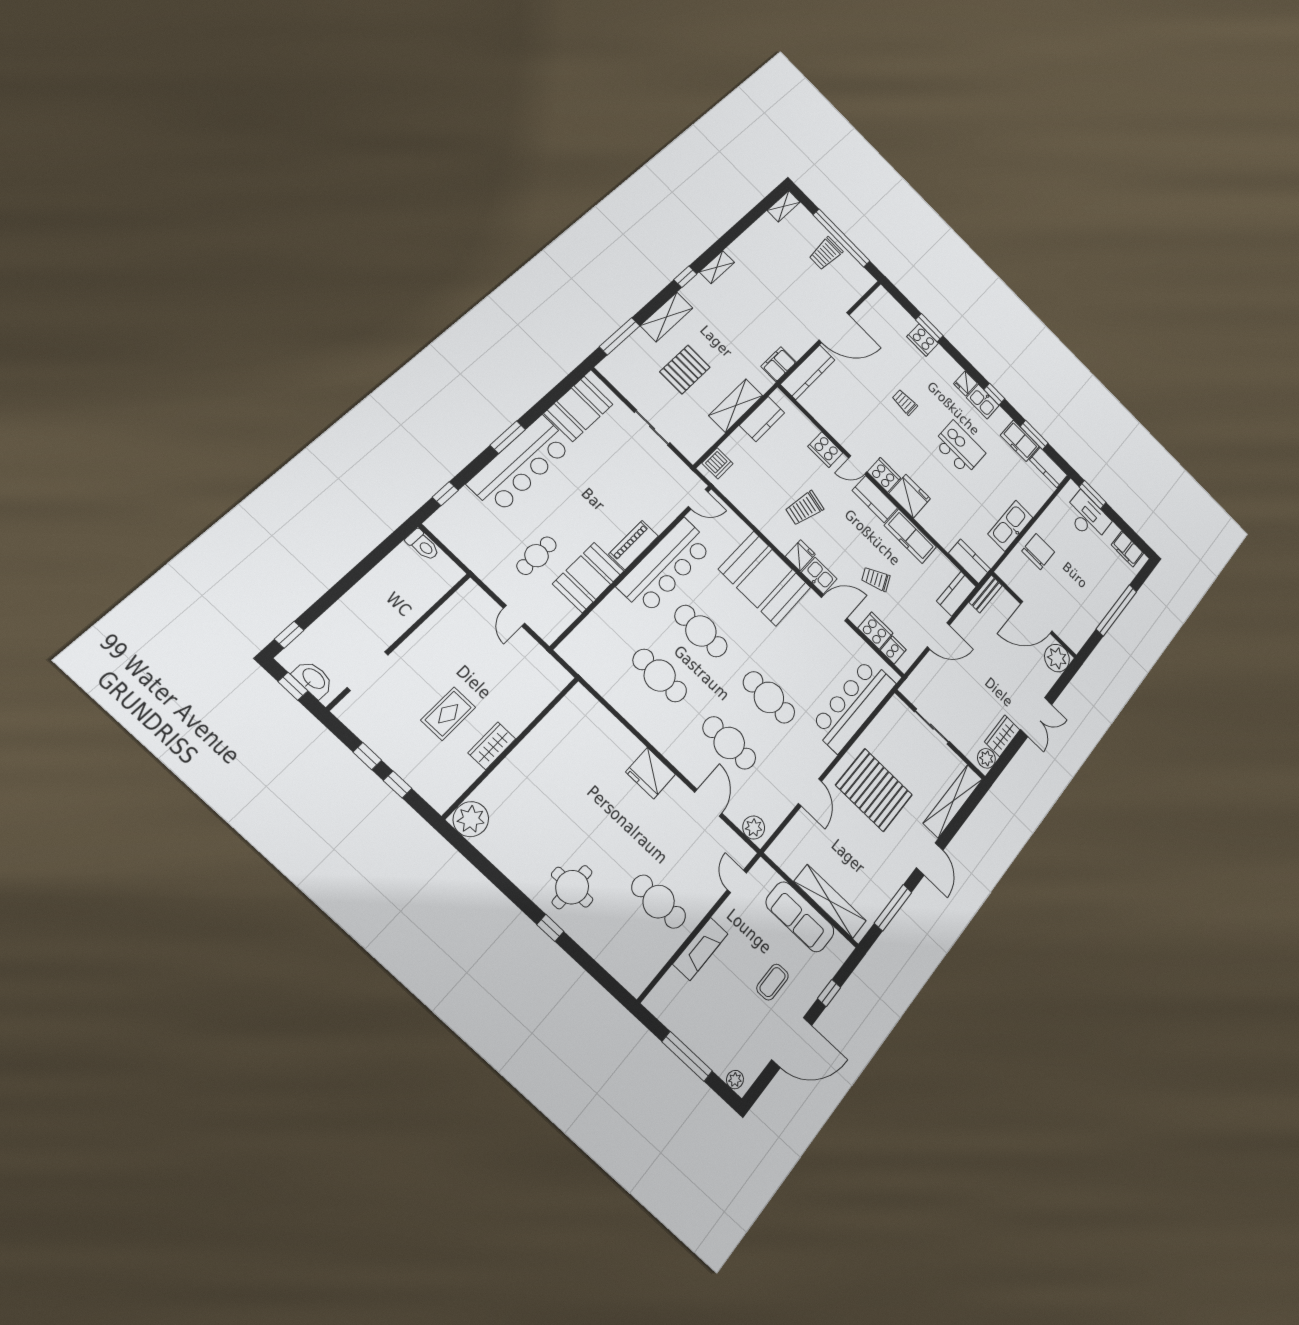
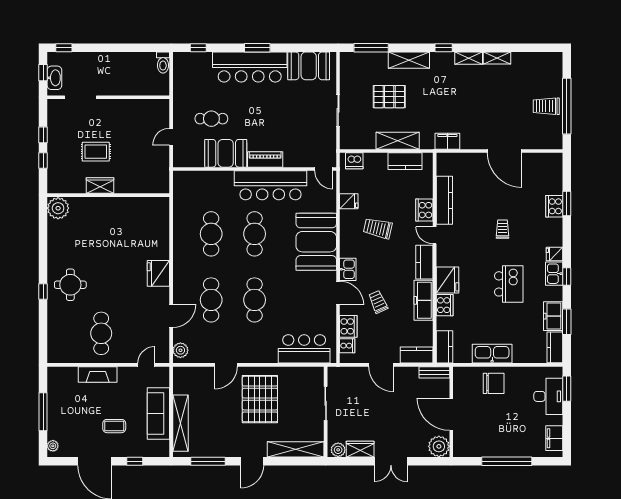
shelving: (784, 206) -> (497, 58), moved
kitchen counter: (808, 372) -> (444, 200), moved, turned -90
cooker: (884, 475) -> (445, 305), moved
fridge: (800, 555) -> (349, 201), moved
bar counter: (853, 705) -> (304, 349), width x0.73

